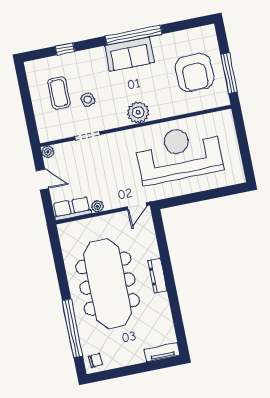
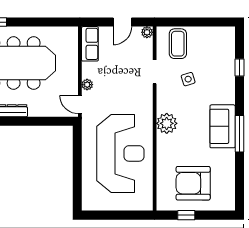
window: (134, 35) -> (239, 134), width x0.68
window: (229, 73) -> (186, 215), width x0.46
coffee table: (59, 93) -> (178, 44), moved, turned 90
plant: (97, 206) -> (87, 85), moved

